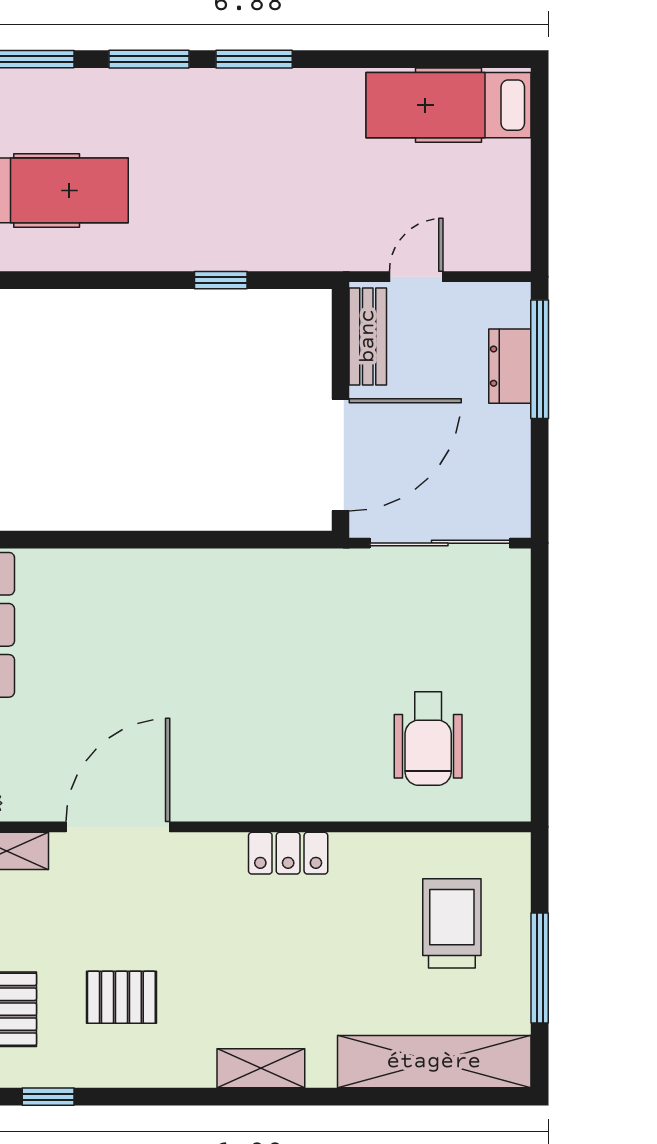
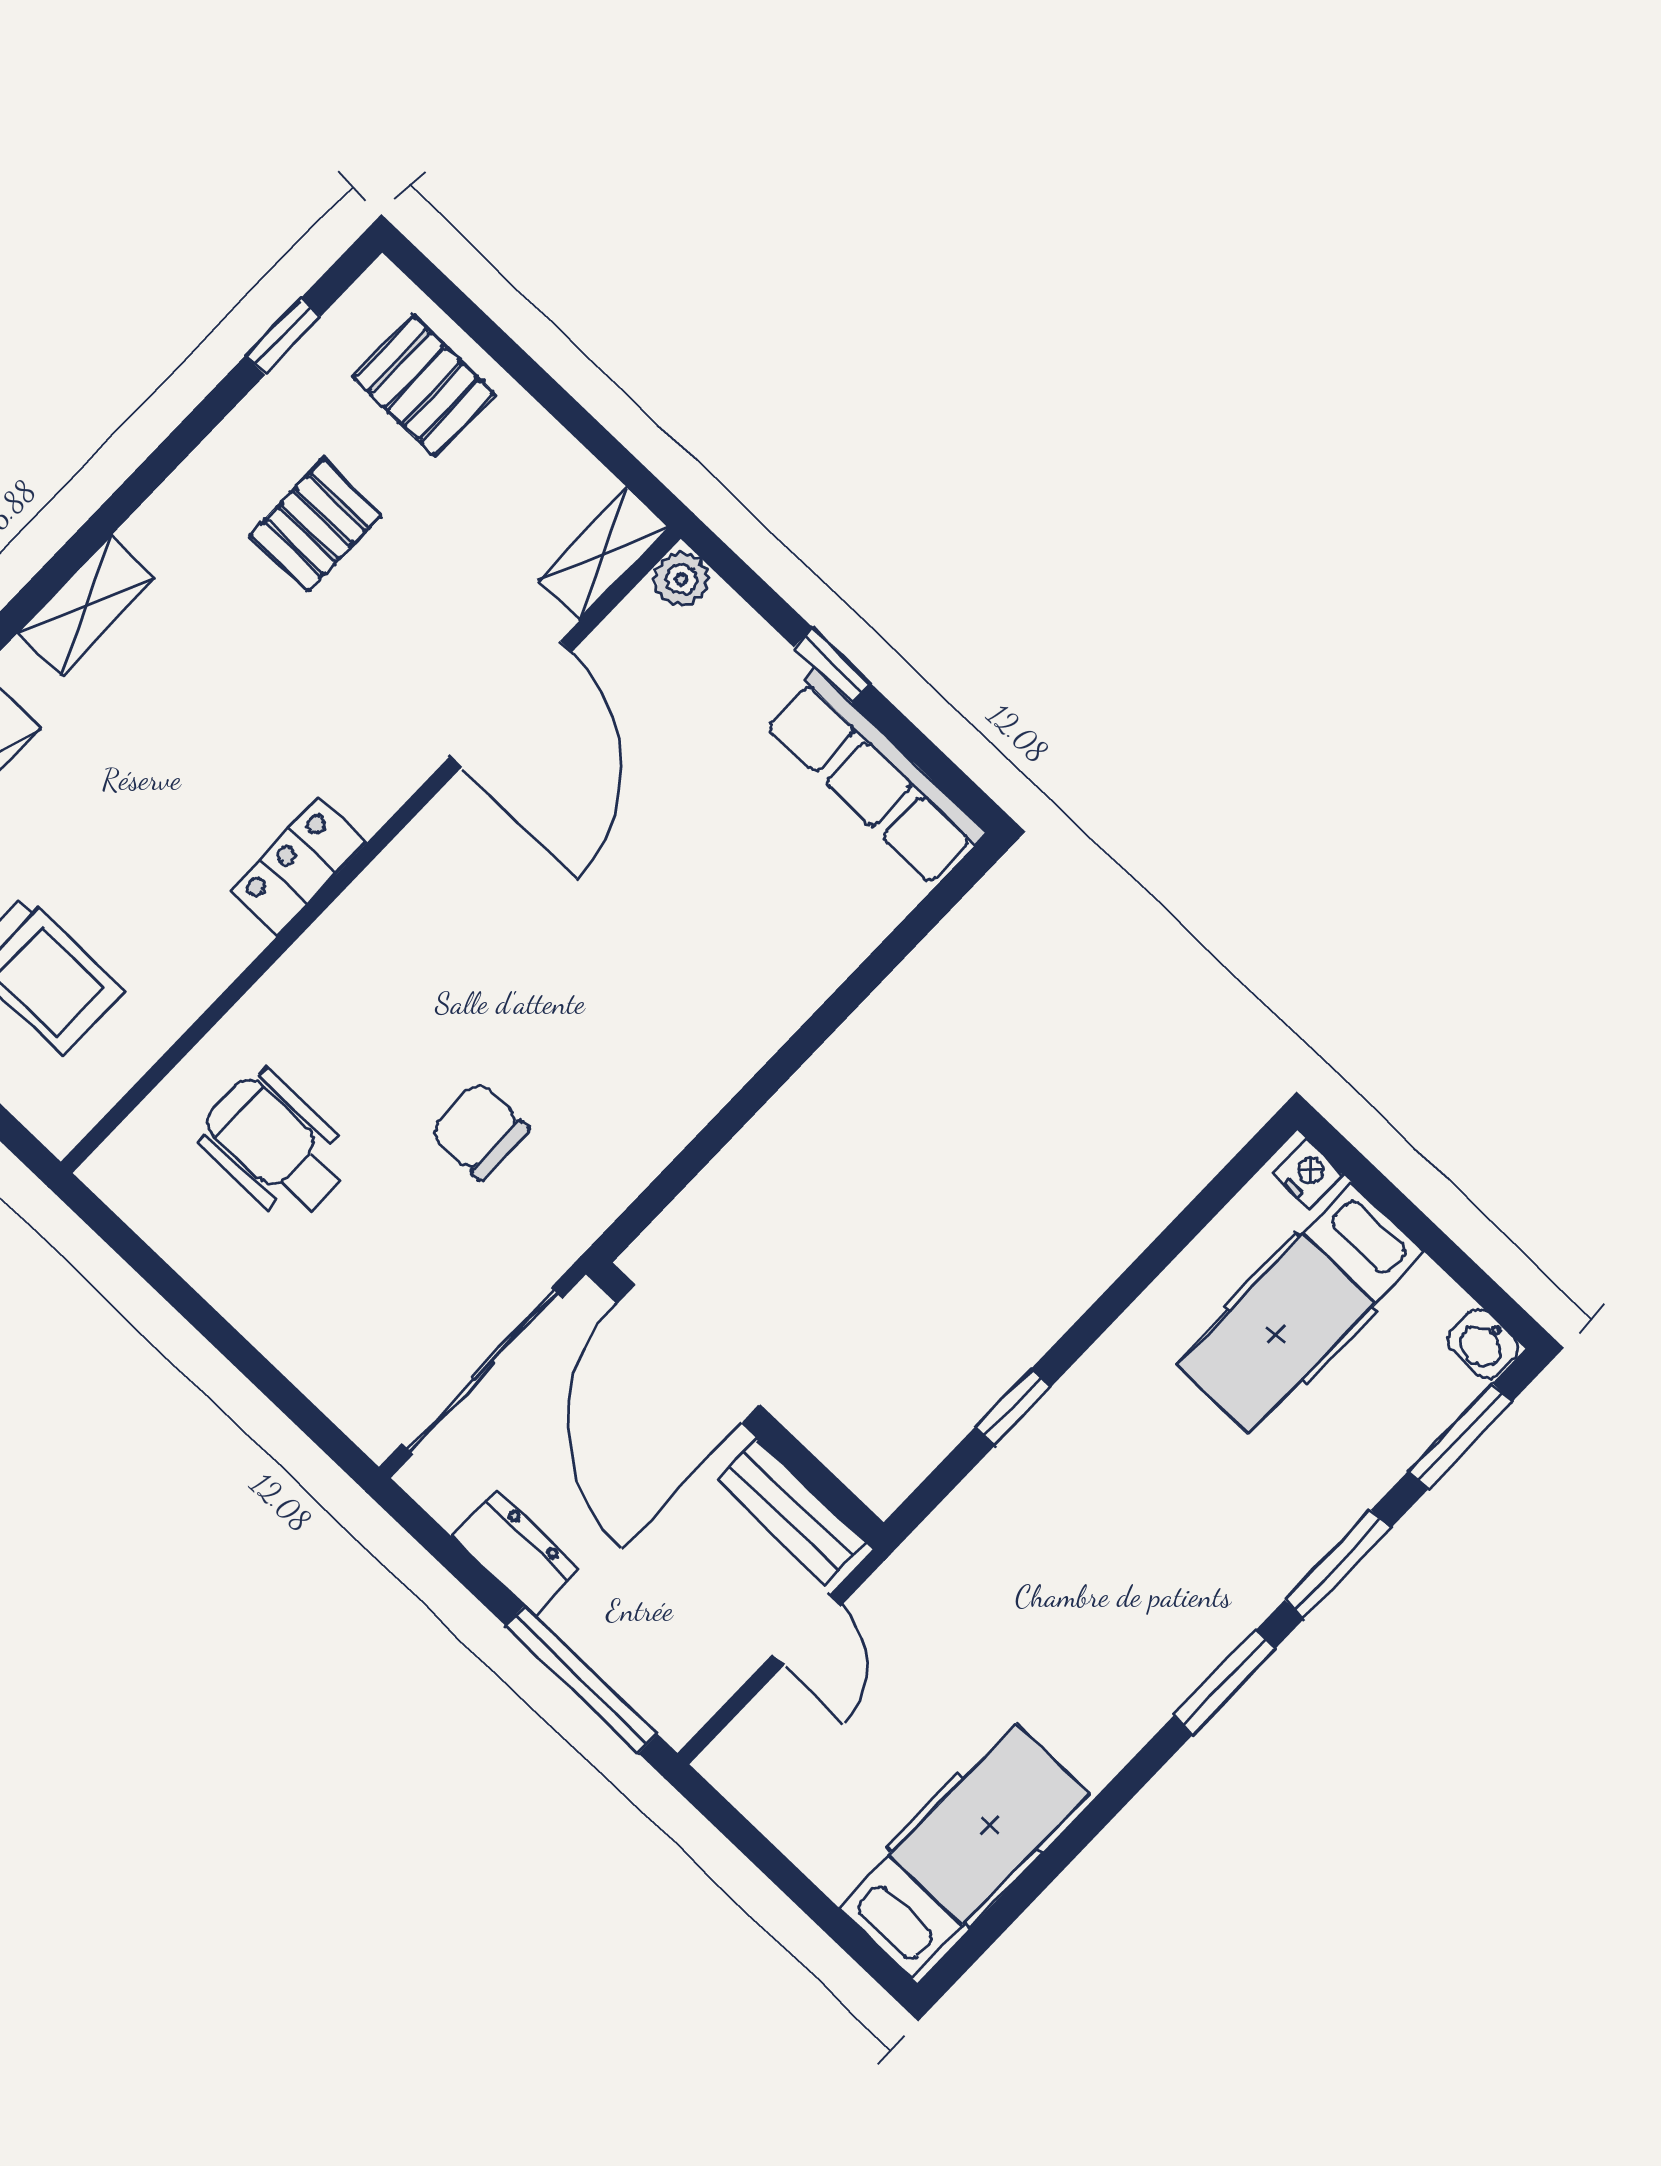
dresser: (510, 366) -> (516, 1553), moved
chair: (330, 652) -> (479, 1130), added

